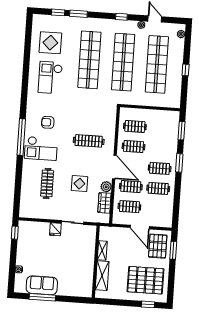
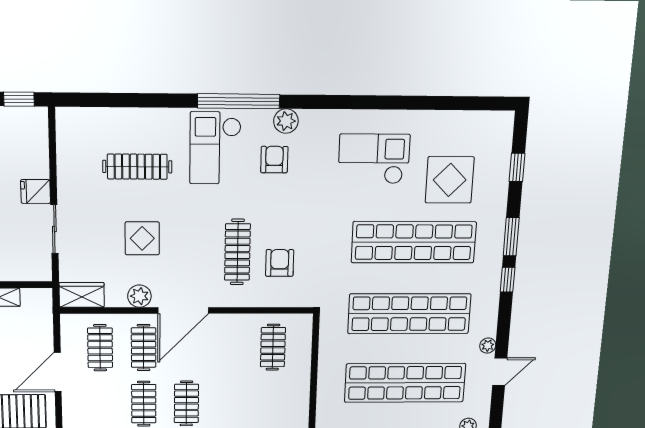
window: (78, 14) -> (511, 237), moved
window: (121, 17) -> (508, 280), moved
display table: (50, 43) -> (450, 180), moved
plant: (31, 117) -> (286, 121), added
armchair: (95, 122) -> (280, 263), added
clothes rail: (134, 146) -> (230, 347), removed
wardrobe: (104, 203) -> (82, 295), moved

